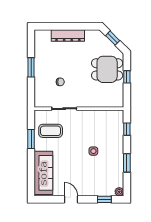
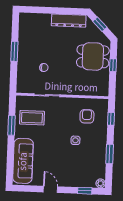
dresser: (68, 36) -> (69, 21), moved
armchair: (104, 127) -> (87, 116), added

